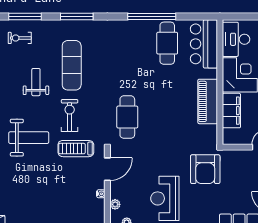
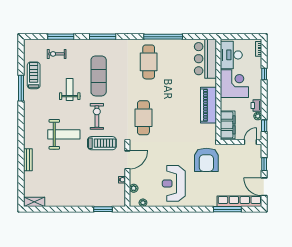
cafe table: (167, 43) -> (149, 62), moved
filing cabinet: (231, 111) -> (228, 125), moved
treadmill: (76, 149) -> (102, 143), turned 180

